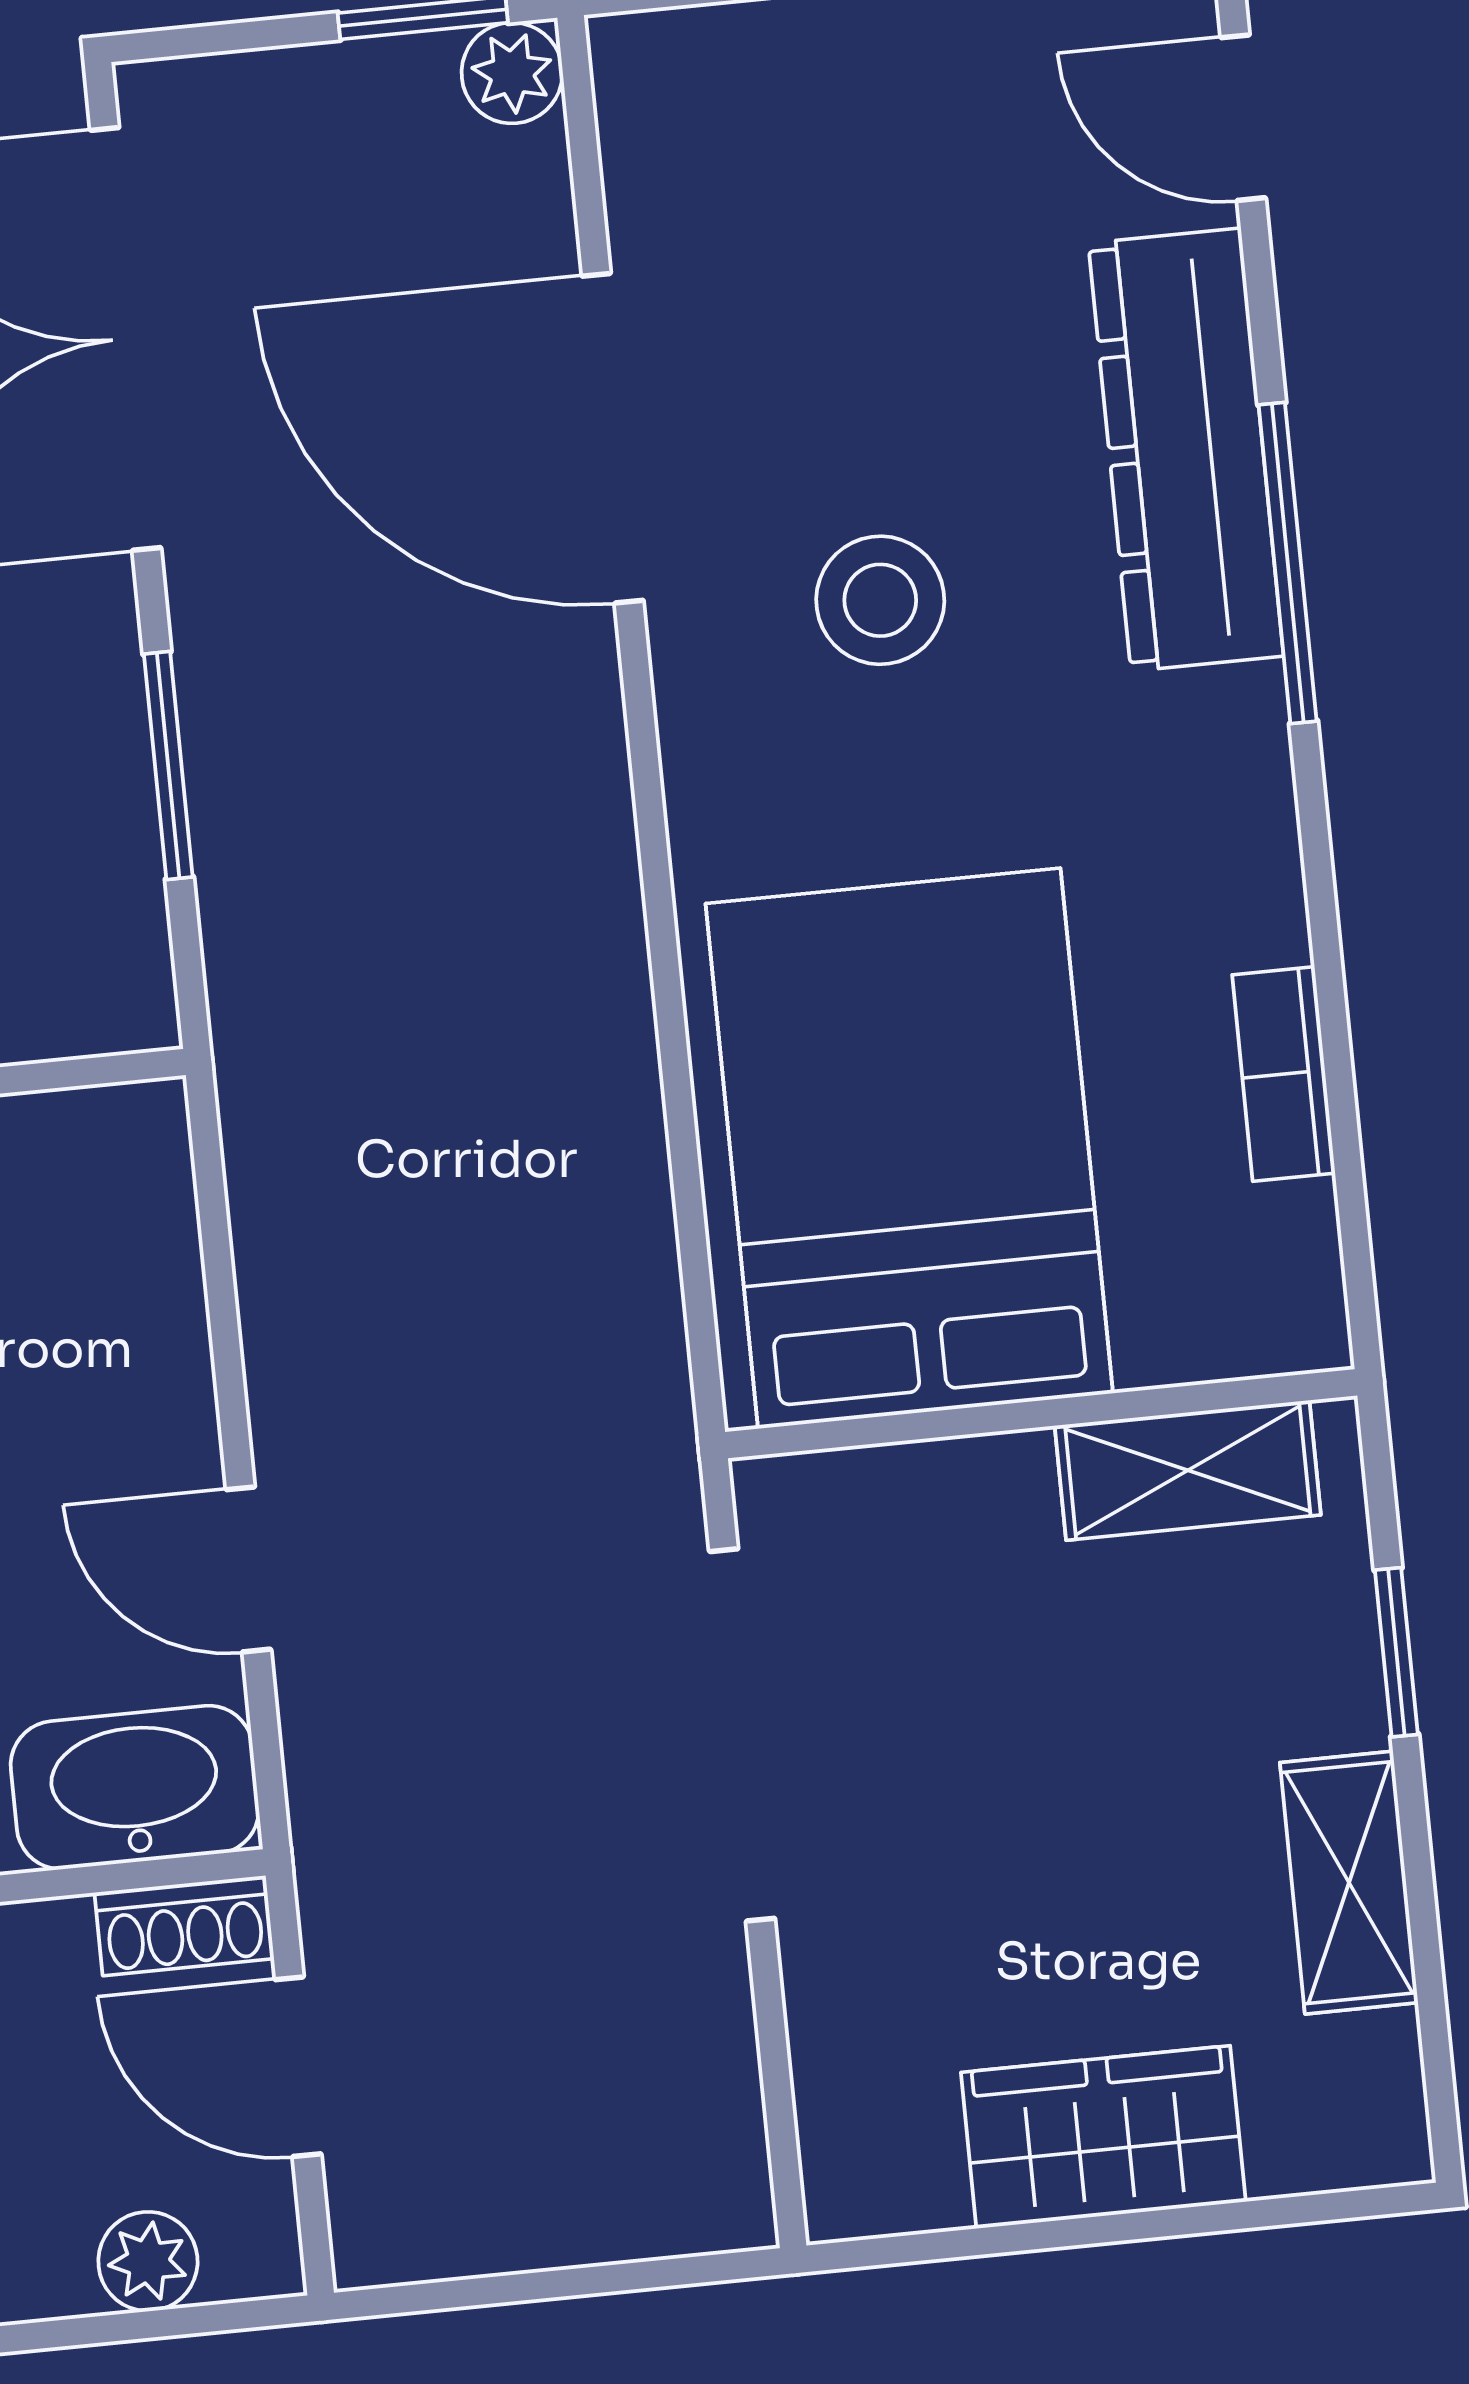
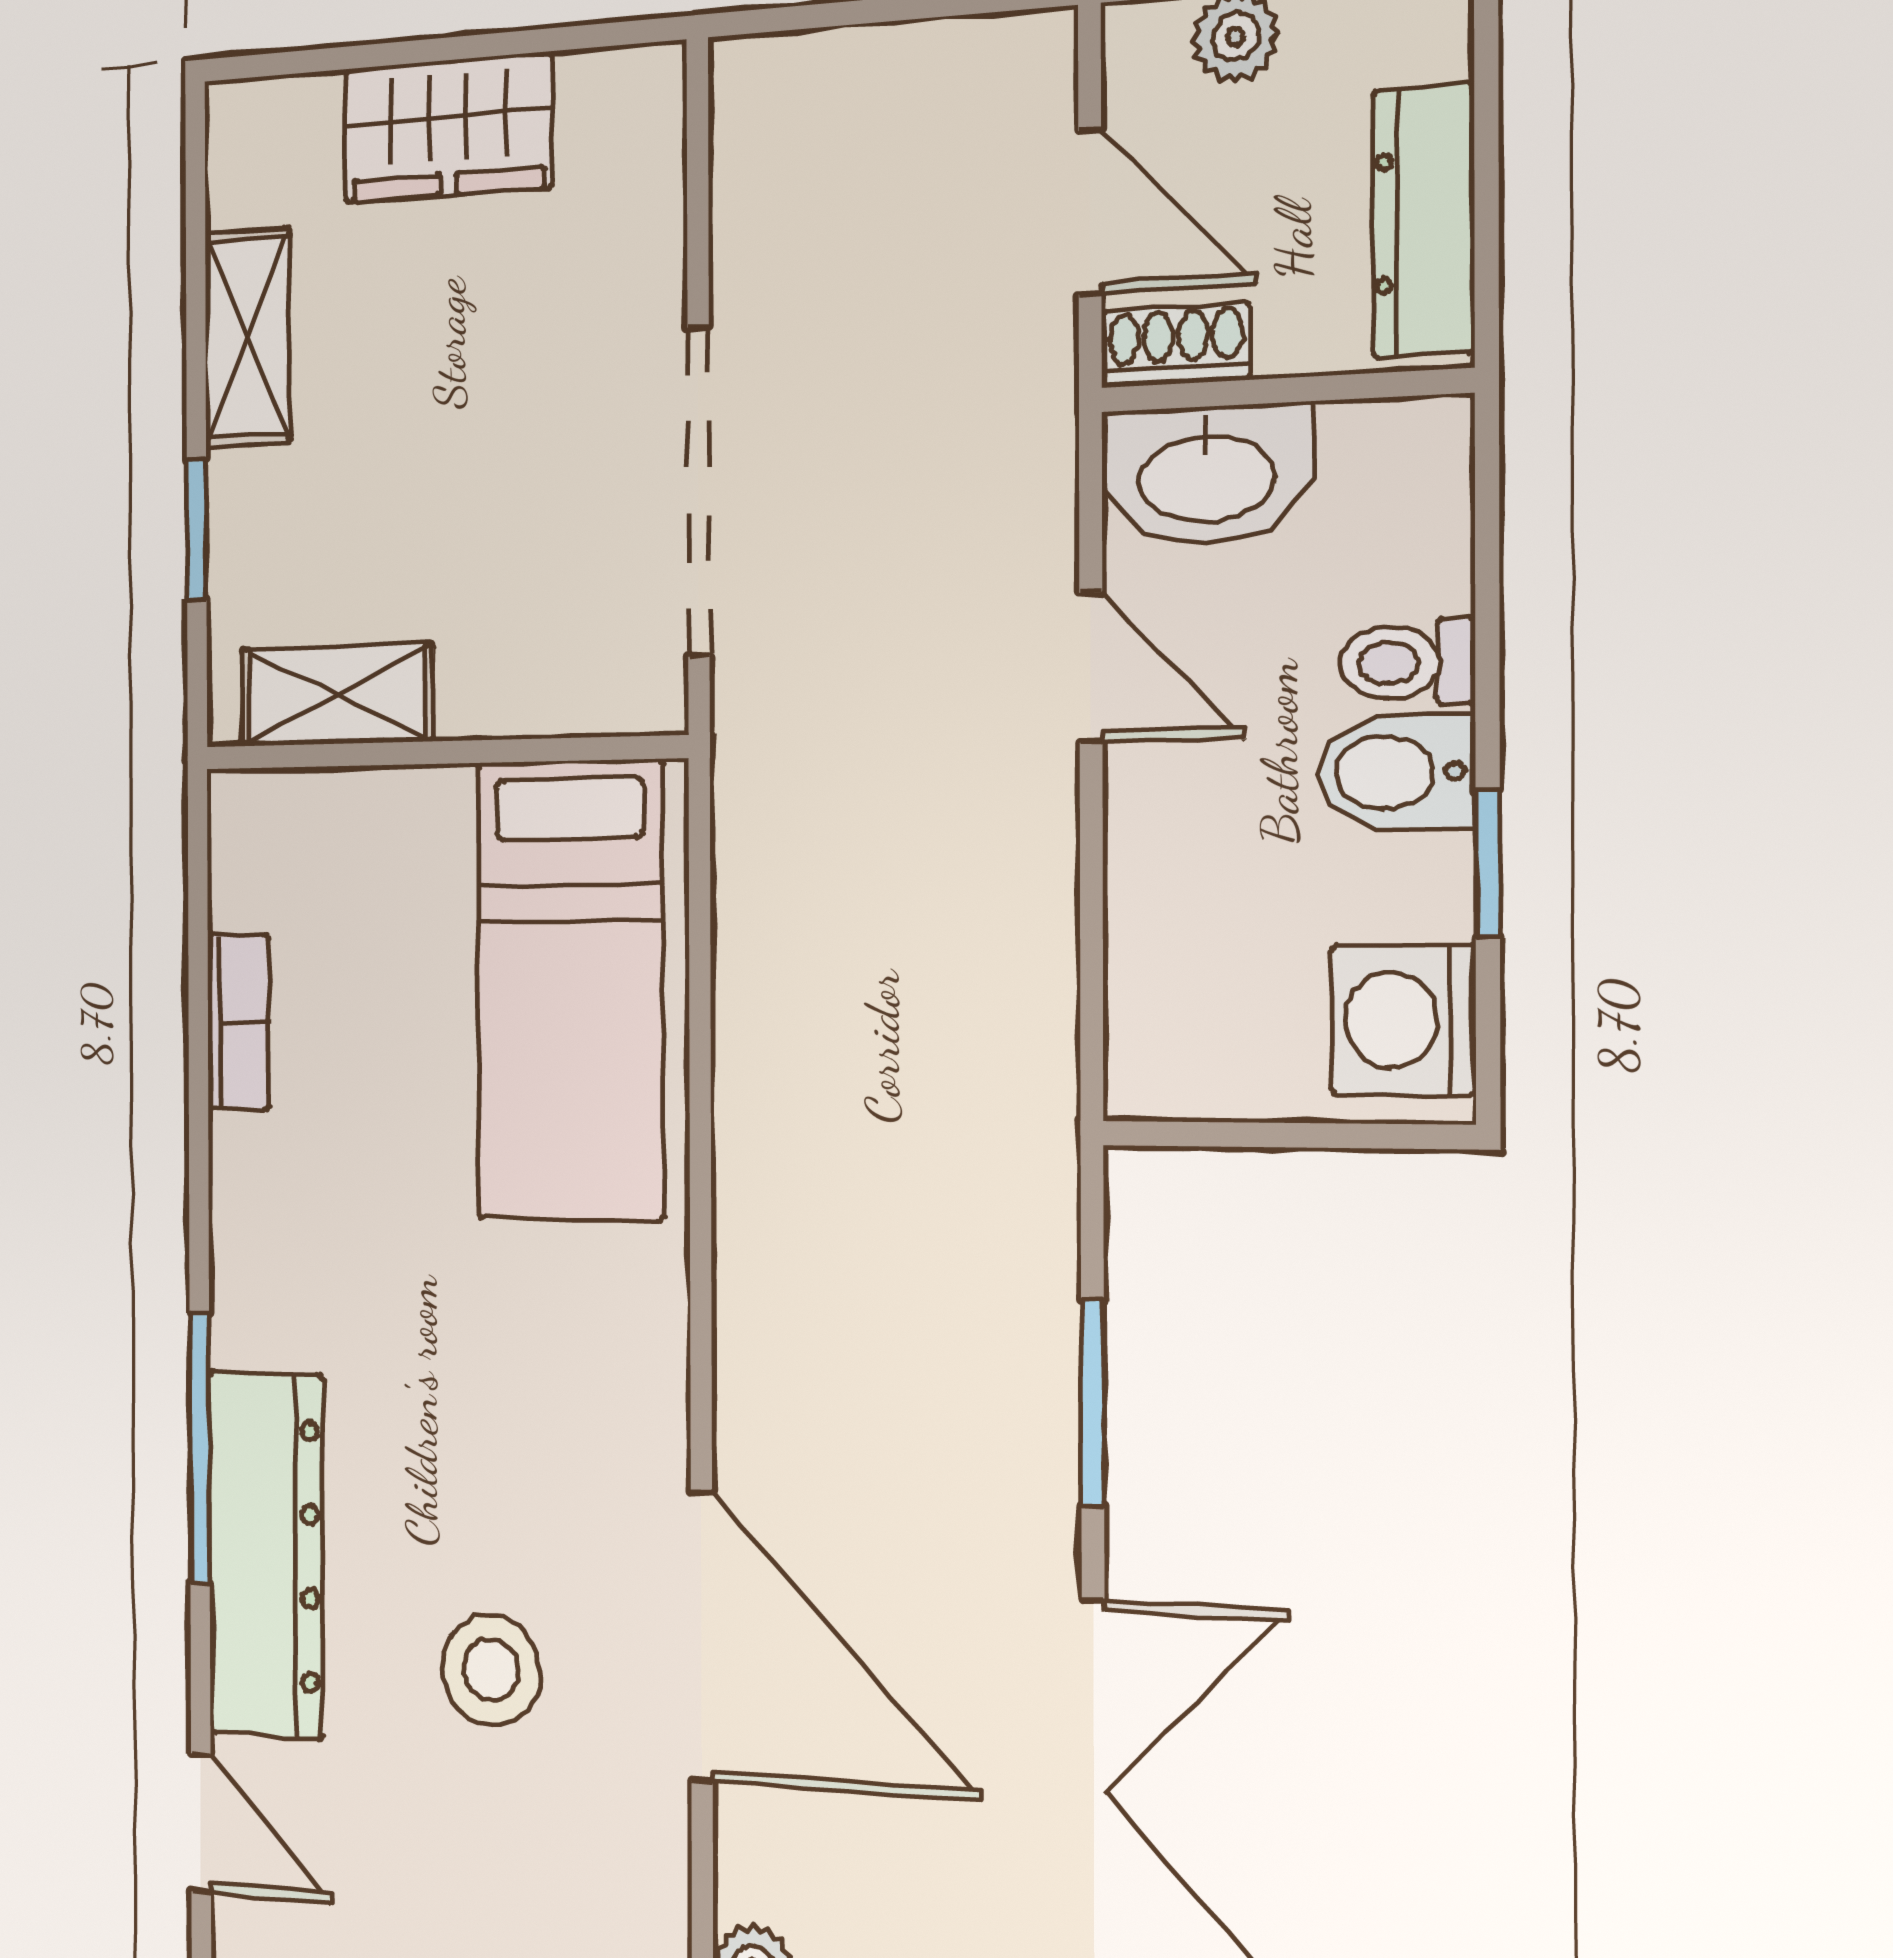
stool: (880, 600) -> (491, 1670), moved
bed: (909, 1148) -> (570, 990), width x0.67

